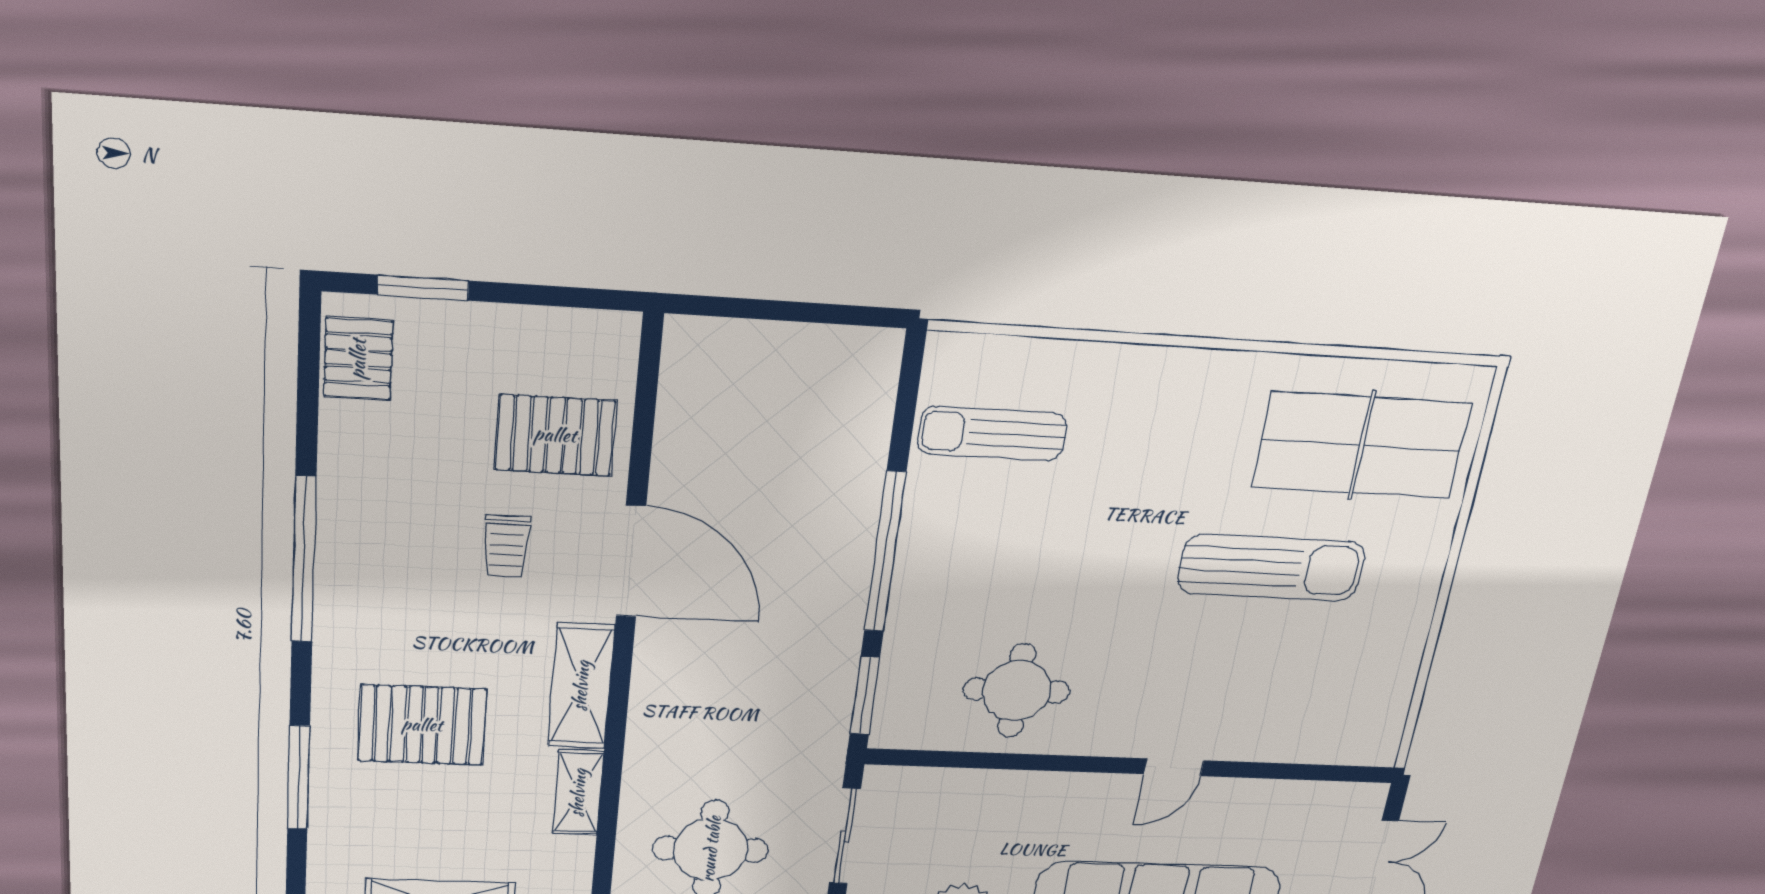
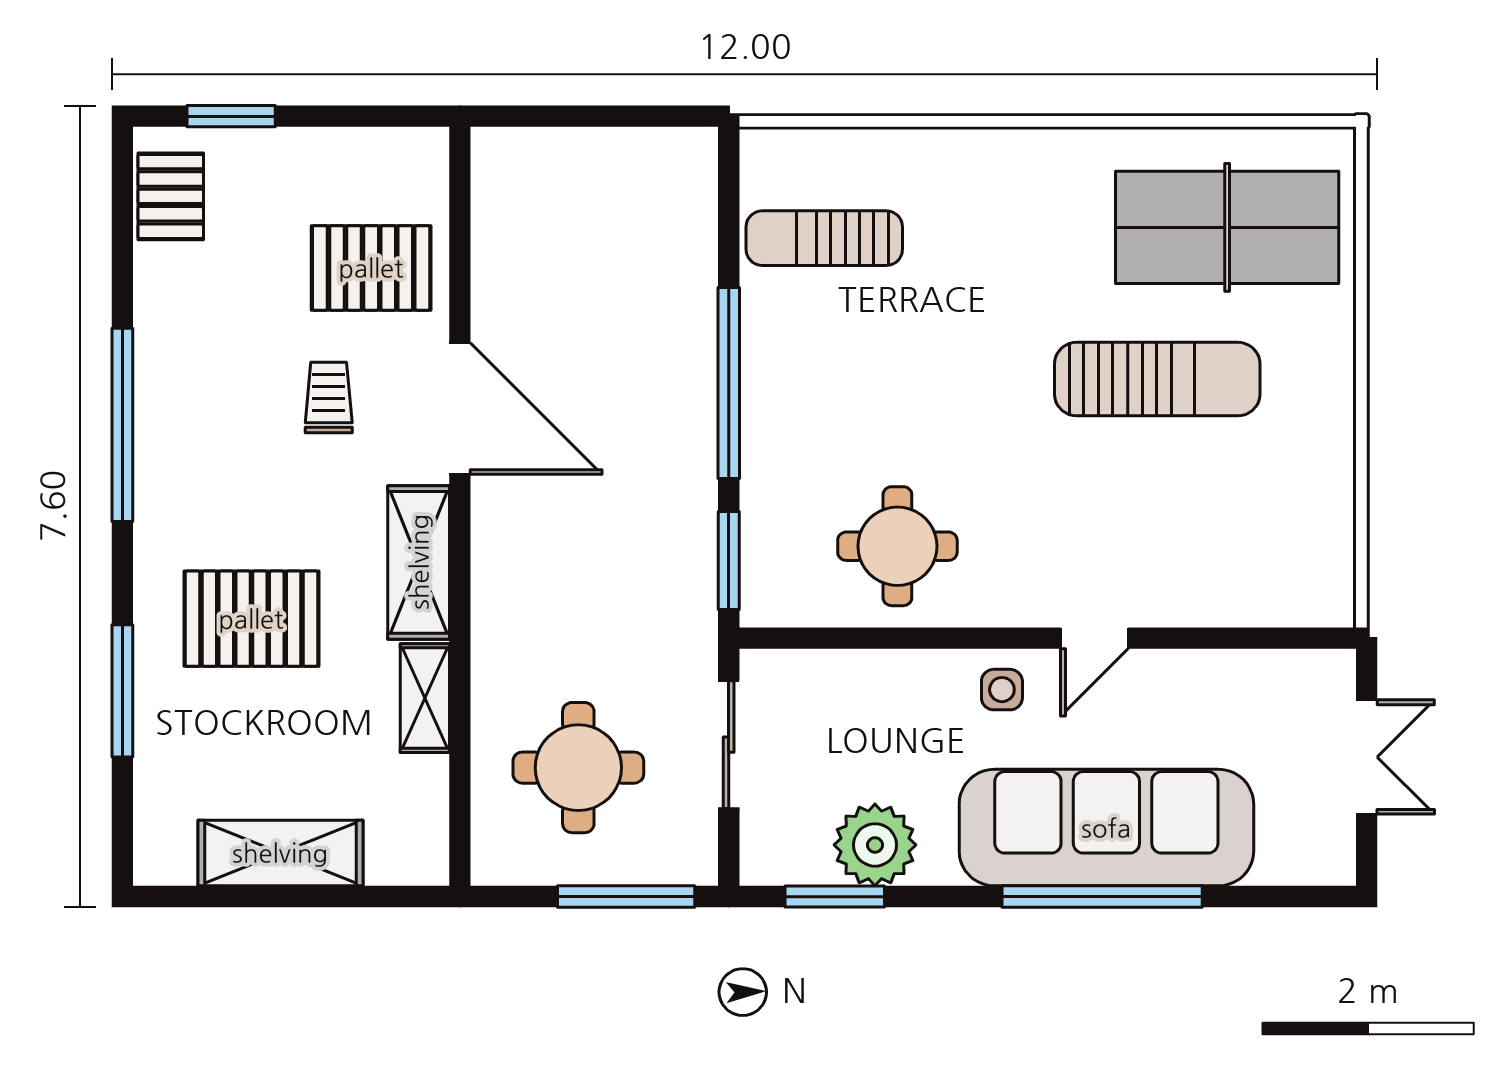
trolley: (506, 546) -> (329, 397), turned 180
side table: (1087, 803) -> (1002, 690), added

